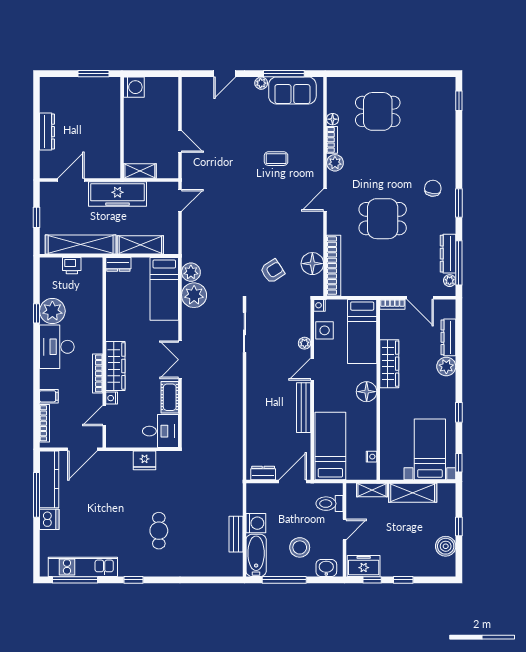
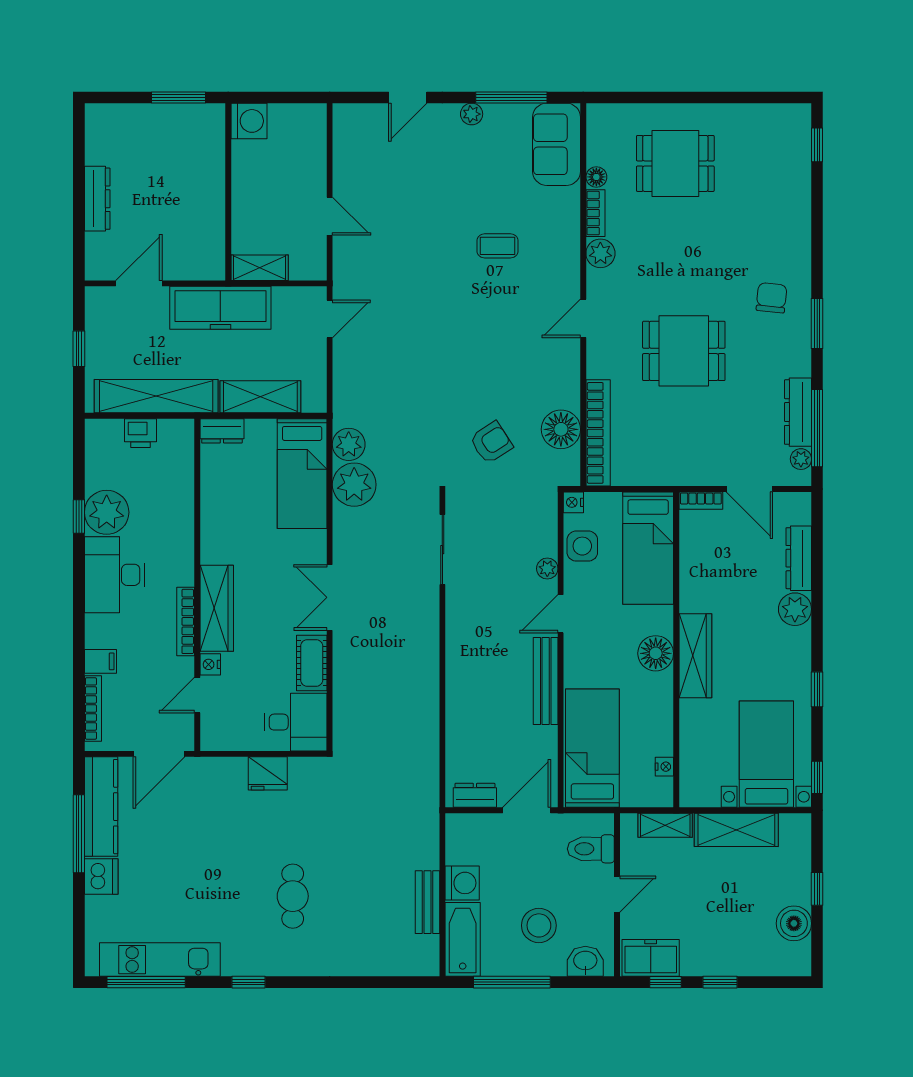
sofa: (292, 91) -> (557, 144), moved, turned 90
wardrobe: (389, 364) -> (695, 656), moved

